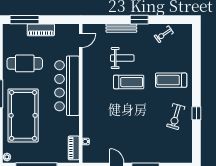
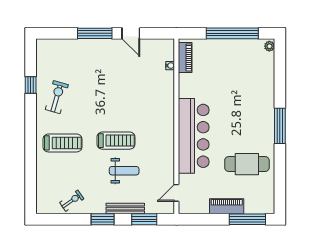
window: (106, 20) -> (144, 219), added
weight bench: (122, 58) -> (124, 171), turned 180
treadmill: (129, 82) -> (116, 141), turned 180
window: (196, 113) -> (31, 85), moved
pool table: (23, 115) -> (249, 98), removed

